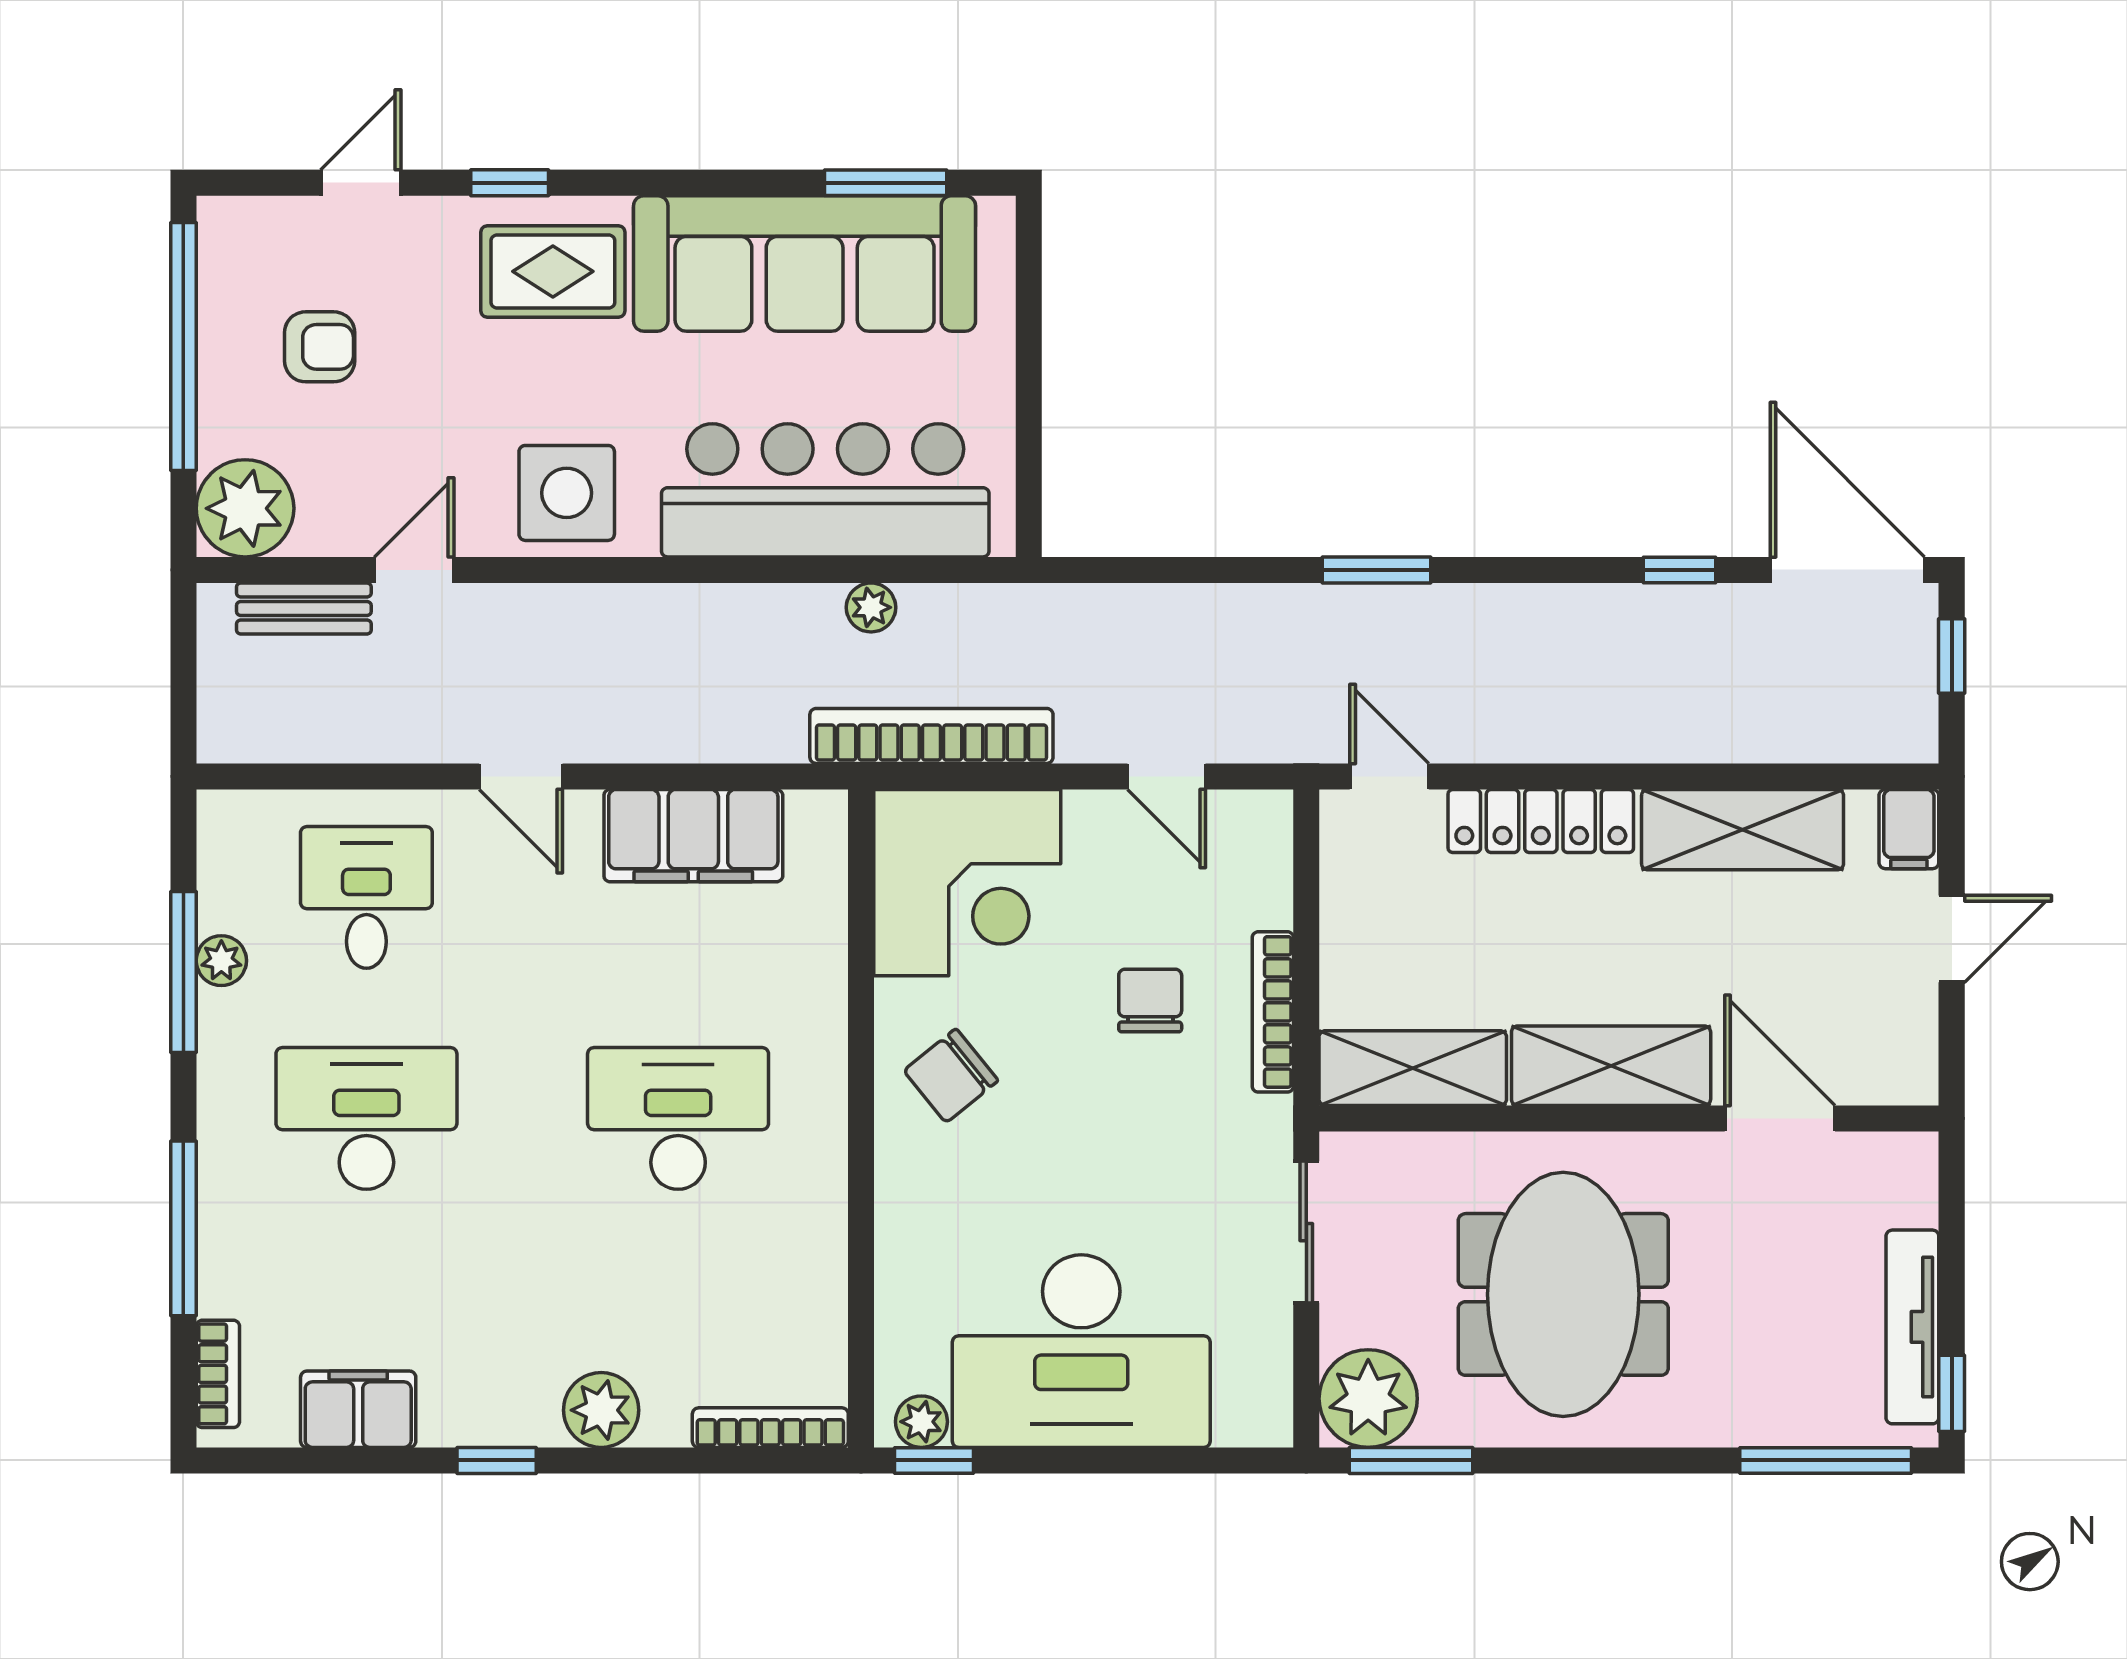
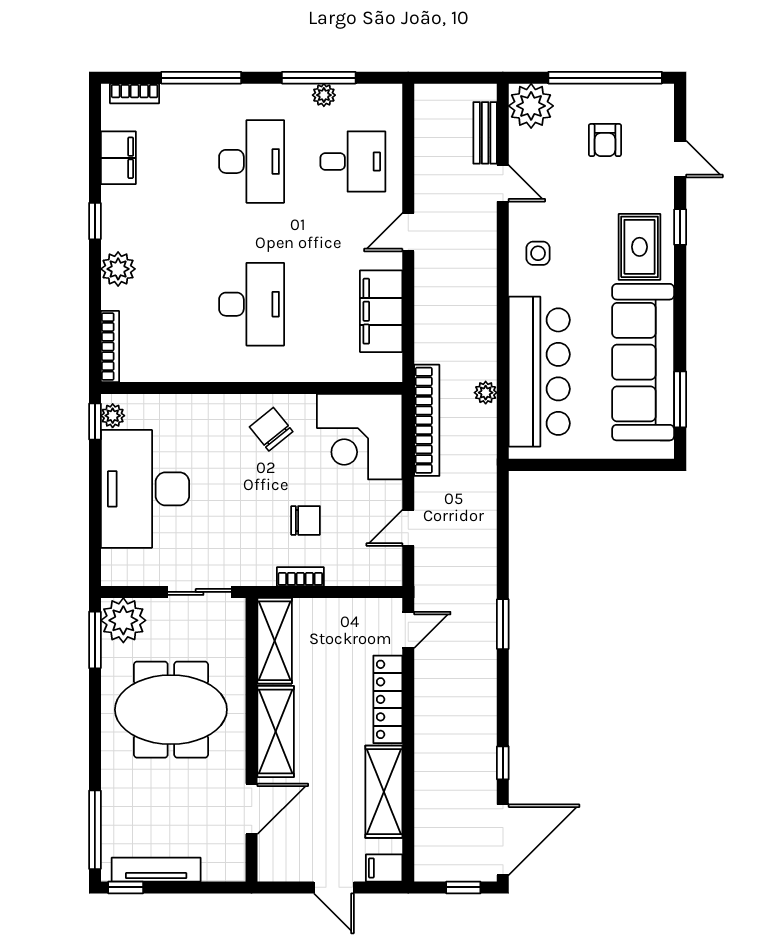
side table: (567, 493) -> (538, 253), width x0.54, depth x0.54
bookcase: (1273, 1012) -> (300, 577), width x0.64

